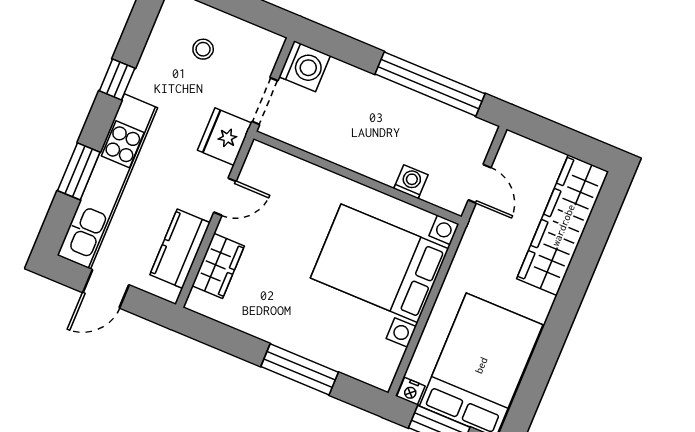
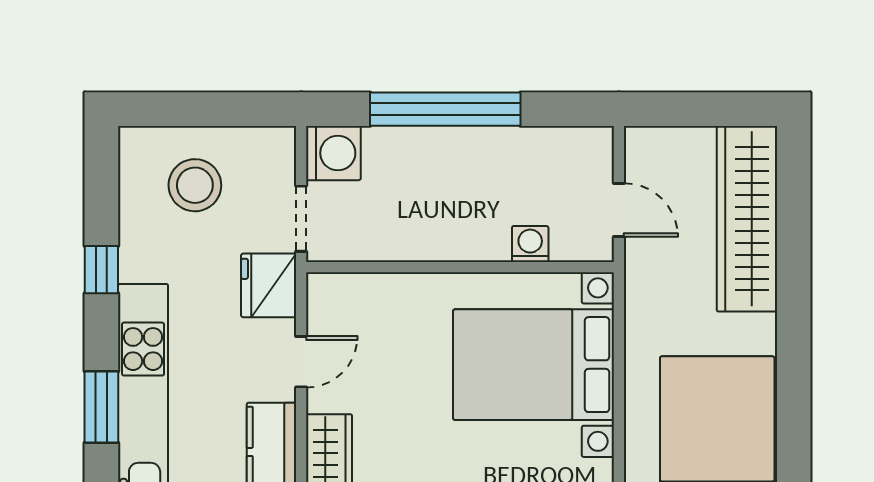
stool: (203, 49) -> (195, 185), width x1.89, depth x1.89
window: (430, 84) -> (445, 109), moved

